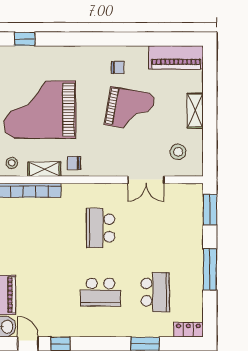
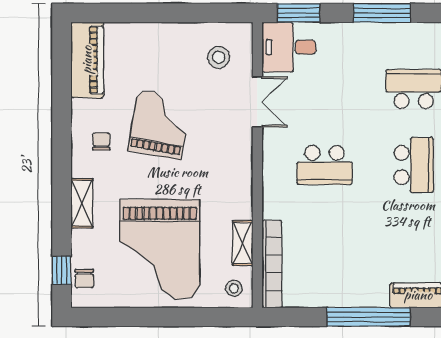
shelving: (195, 111) -> (82, 203), moved, turned 90
chair: (74, 163) -> (84, 279), moved
desk: (185, 202) -> (289, 47), added

